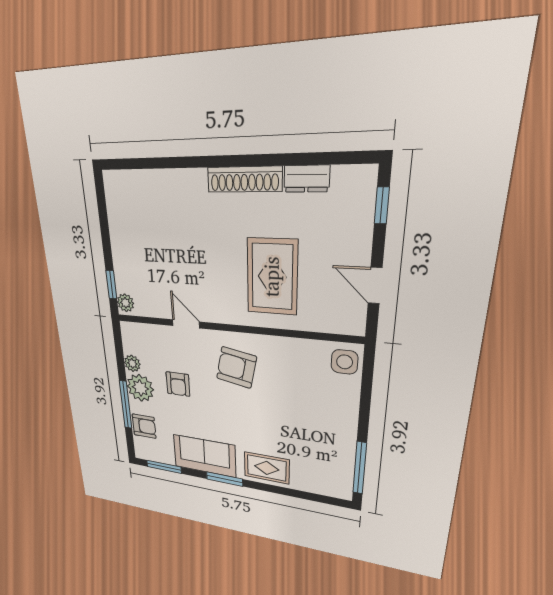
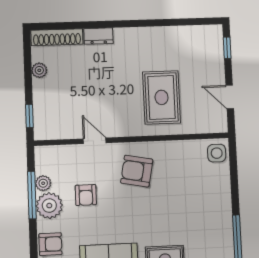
shoe rack: (244, 179) -> (57, 37), moved
dresser: (307, 179) -> (98, 36), moved
plant: (126, 303) -> (39, 70), moved
window: (126, 405) -> (32, 195), moved

